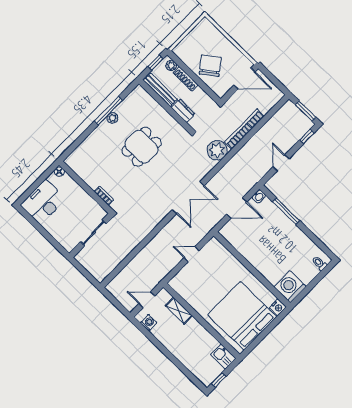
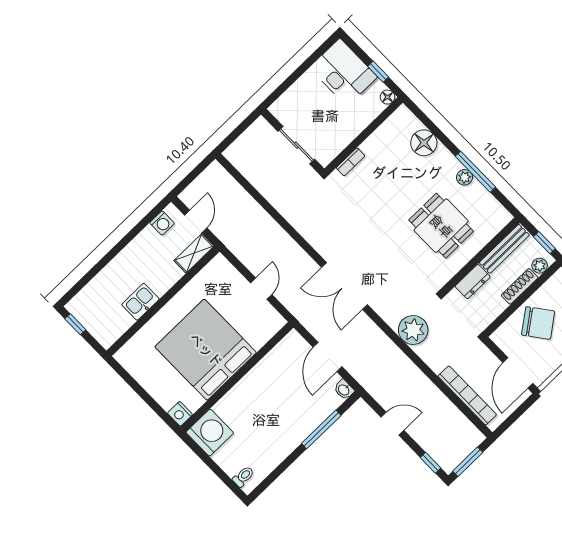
bookcase: (244, 129) -> (467, 395), moved
floor lamp: (90, 146) -> (424, 143), added
dining table: (142, 147) -> (441, 226), moved
window: (42, 178) -> (378, 72), added
shelving: (179, 311) -> (194, 253), moved
bed: (242, 316) -> (206, 350), moved, turned -90
kitchen sink: (223, 356) -> (140, 302), moved

